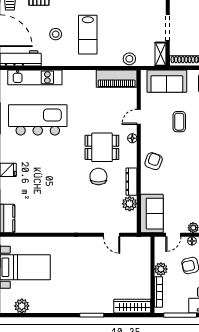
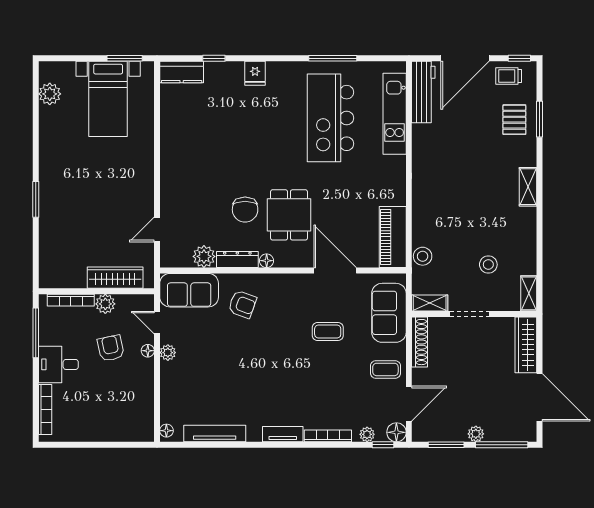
stool: (56, 34) -> (488, 265), moved
lab bench: (88, 35) -> (459, 194), removed
door: (139, 117) -> (335, 270), width x1.87
kitchen island: (38, 120) -> (331, 118), turned 180
floor lamp: (132, 138) -> (267, 261), moved
armchair: (154, 161) -> (242, 304), moved
chair: (98, 176) -> (245, 210), turned 90
wardrobe: (132, 306) -> (115, 278), moved, turned -90

